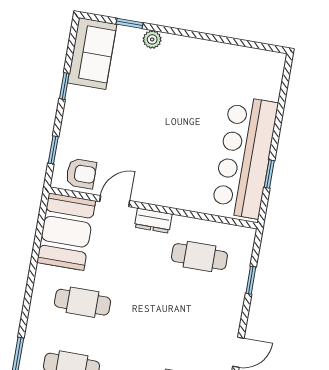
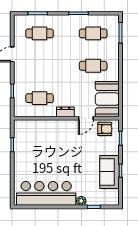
sofa: (92, 54) -> (109, 172), moved
bar counter: (245, 157) -> (46, 193), moved, turned -90
armchair: (81, 174) -> (105, 129), turned 180

